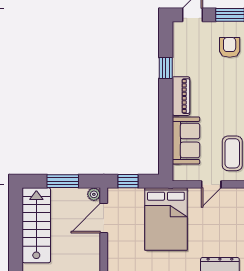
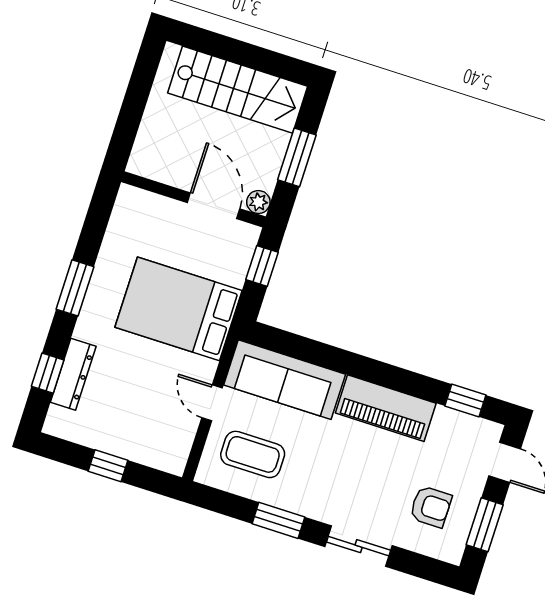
window: (166, 68) -> (465, 401), moved
piano: (181, 96) -> (386, 408), width x1.37, depth x1.33
sofa: (186, 140) -> (285, 380), width x1.36

